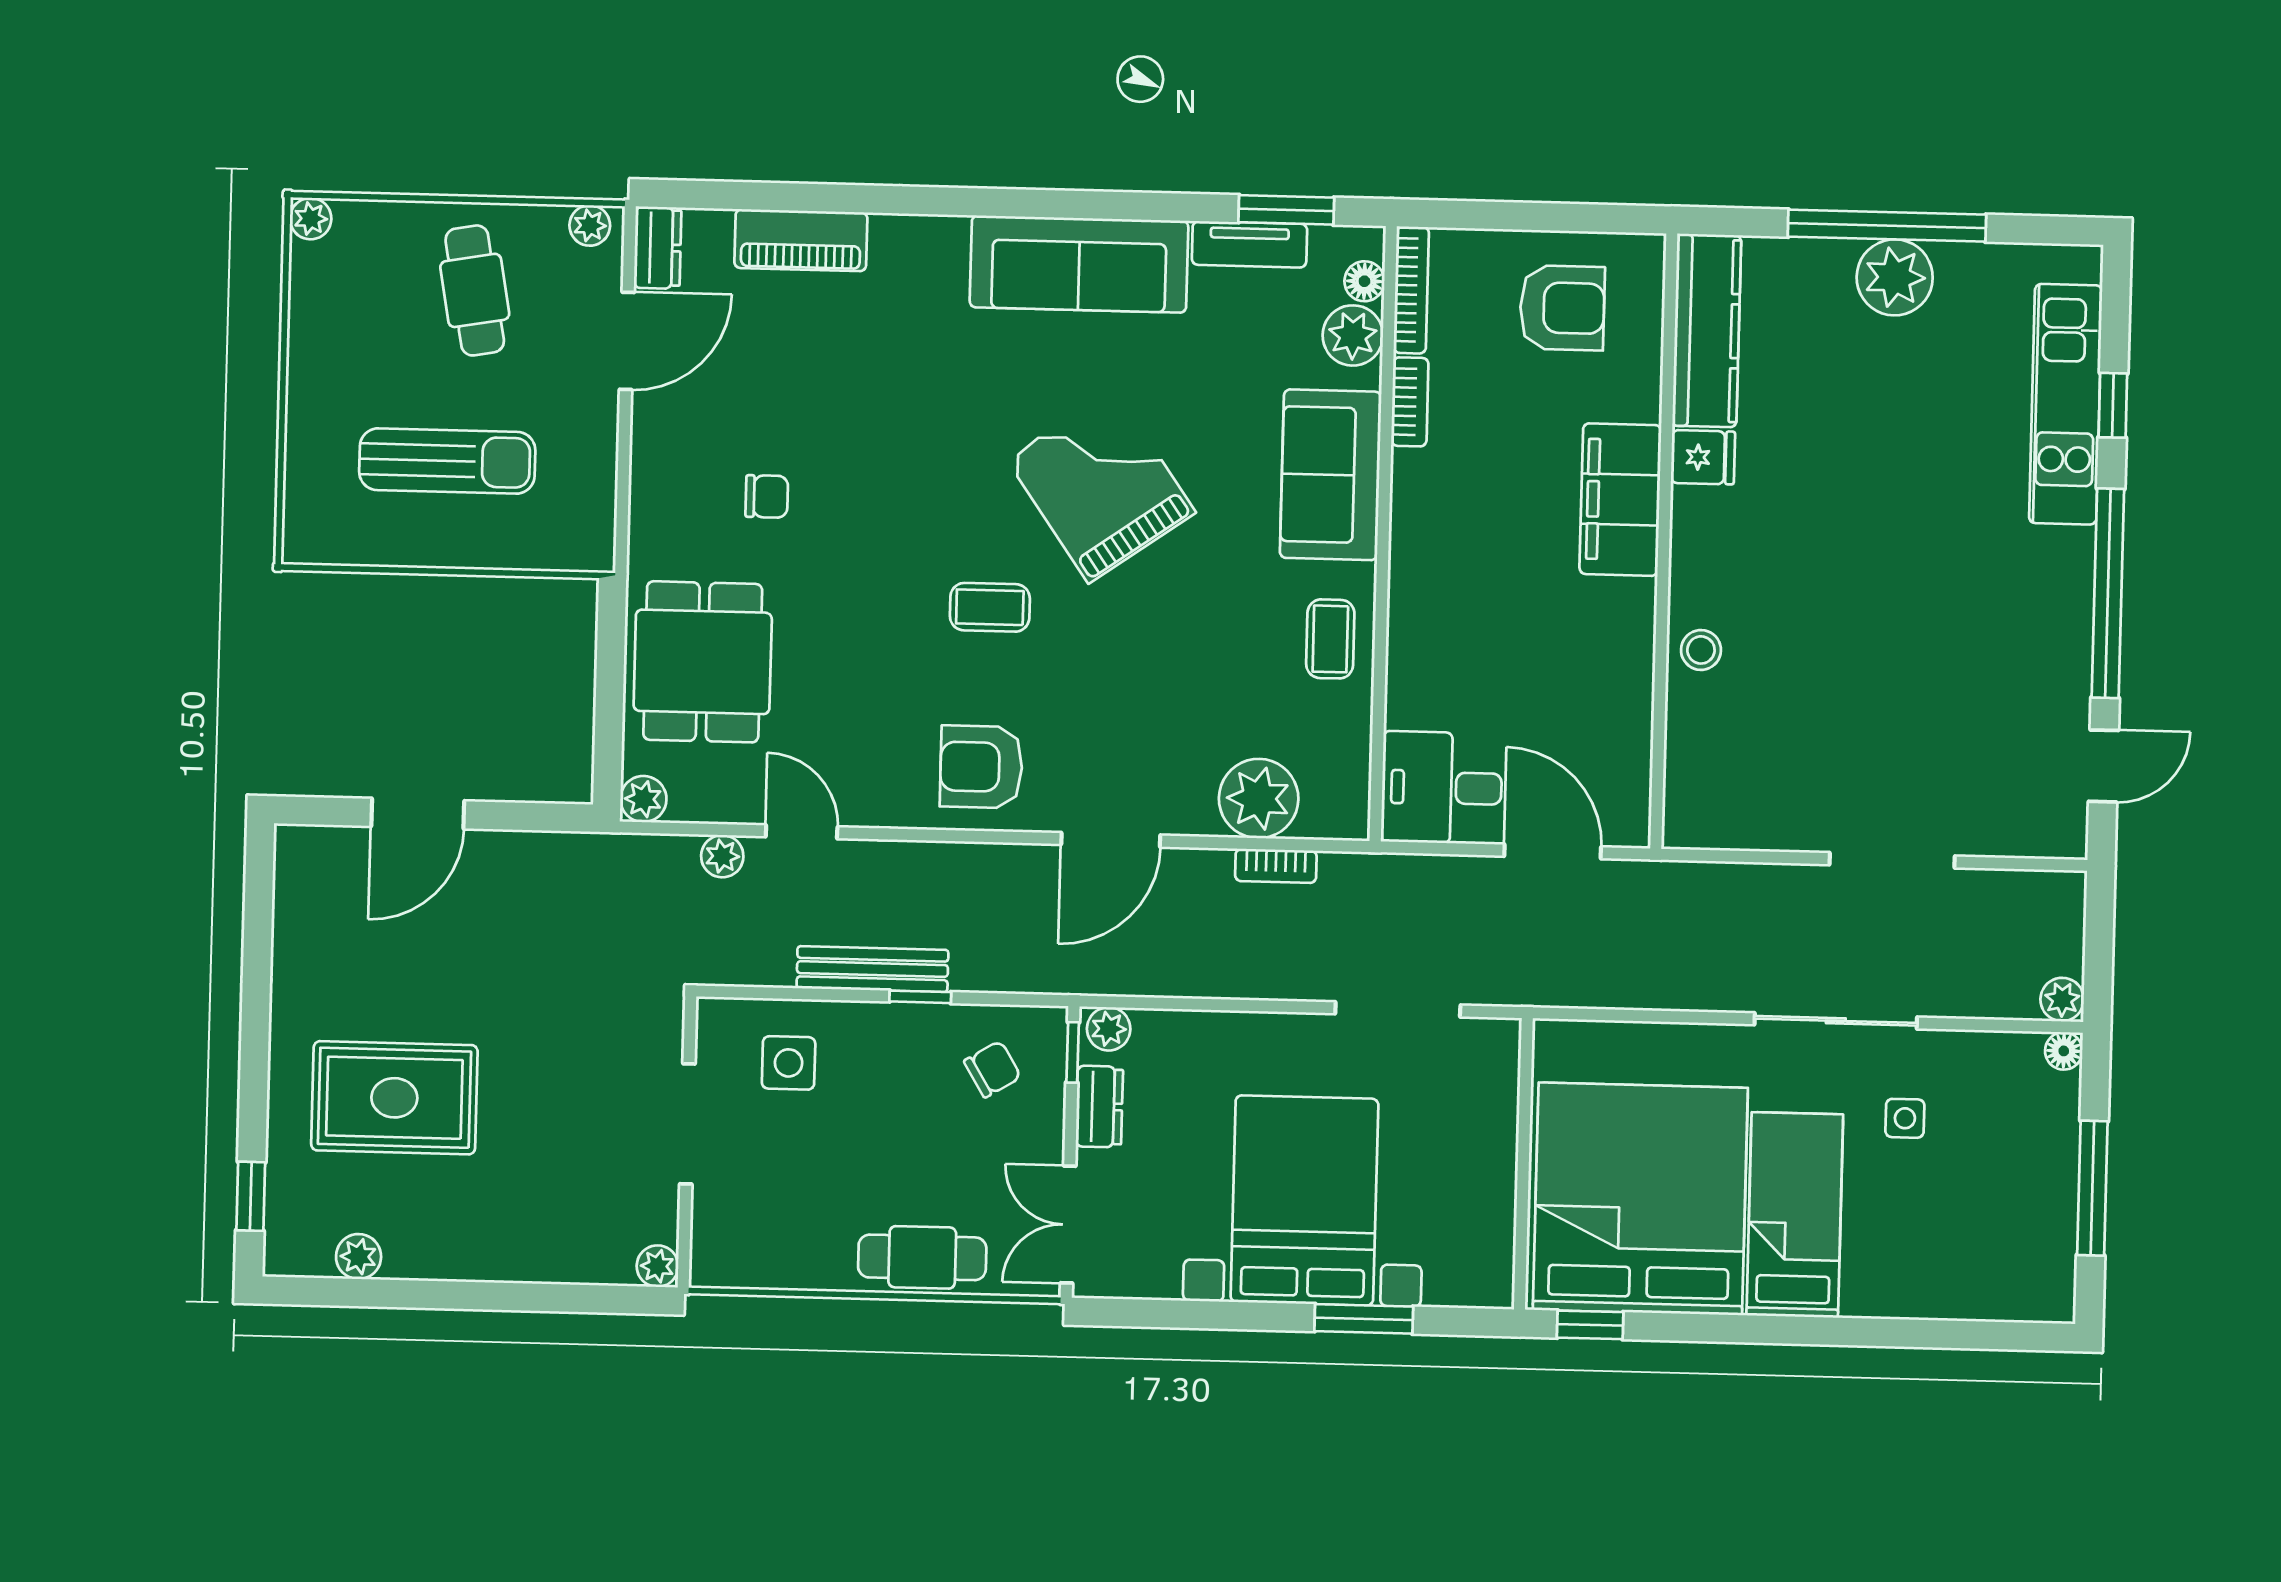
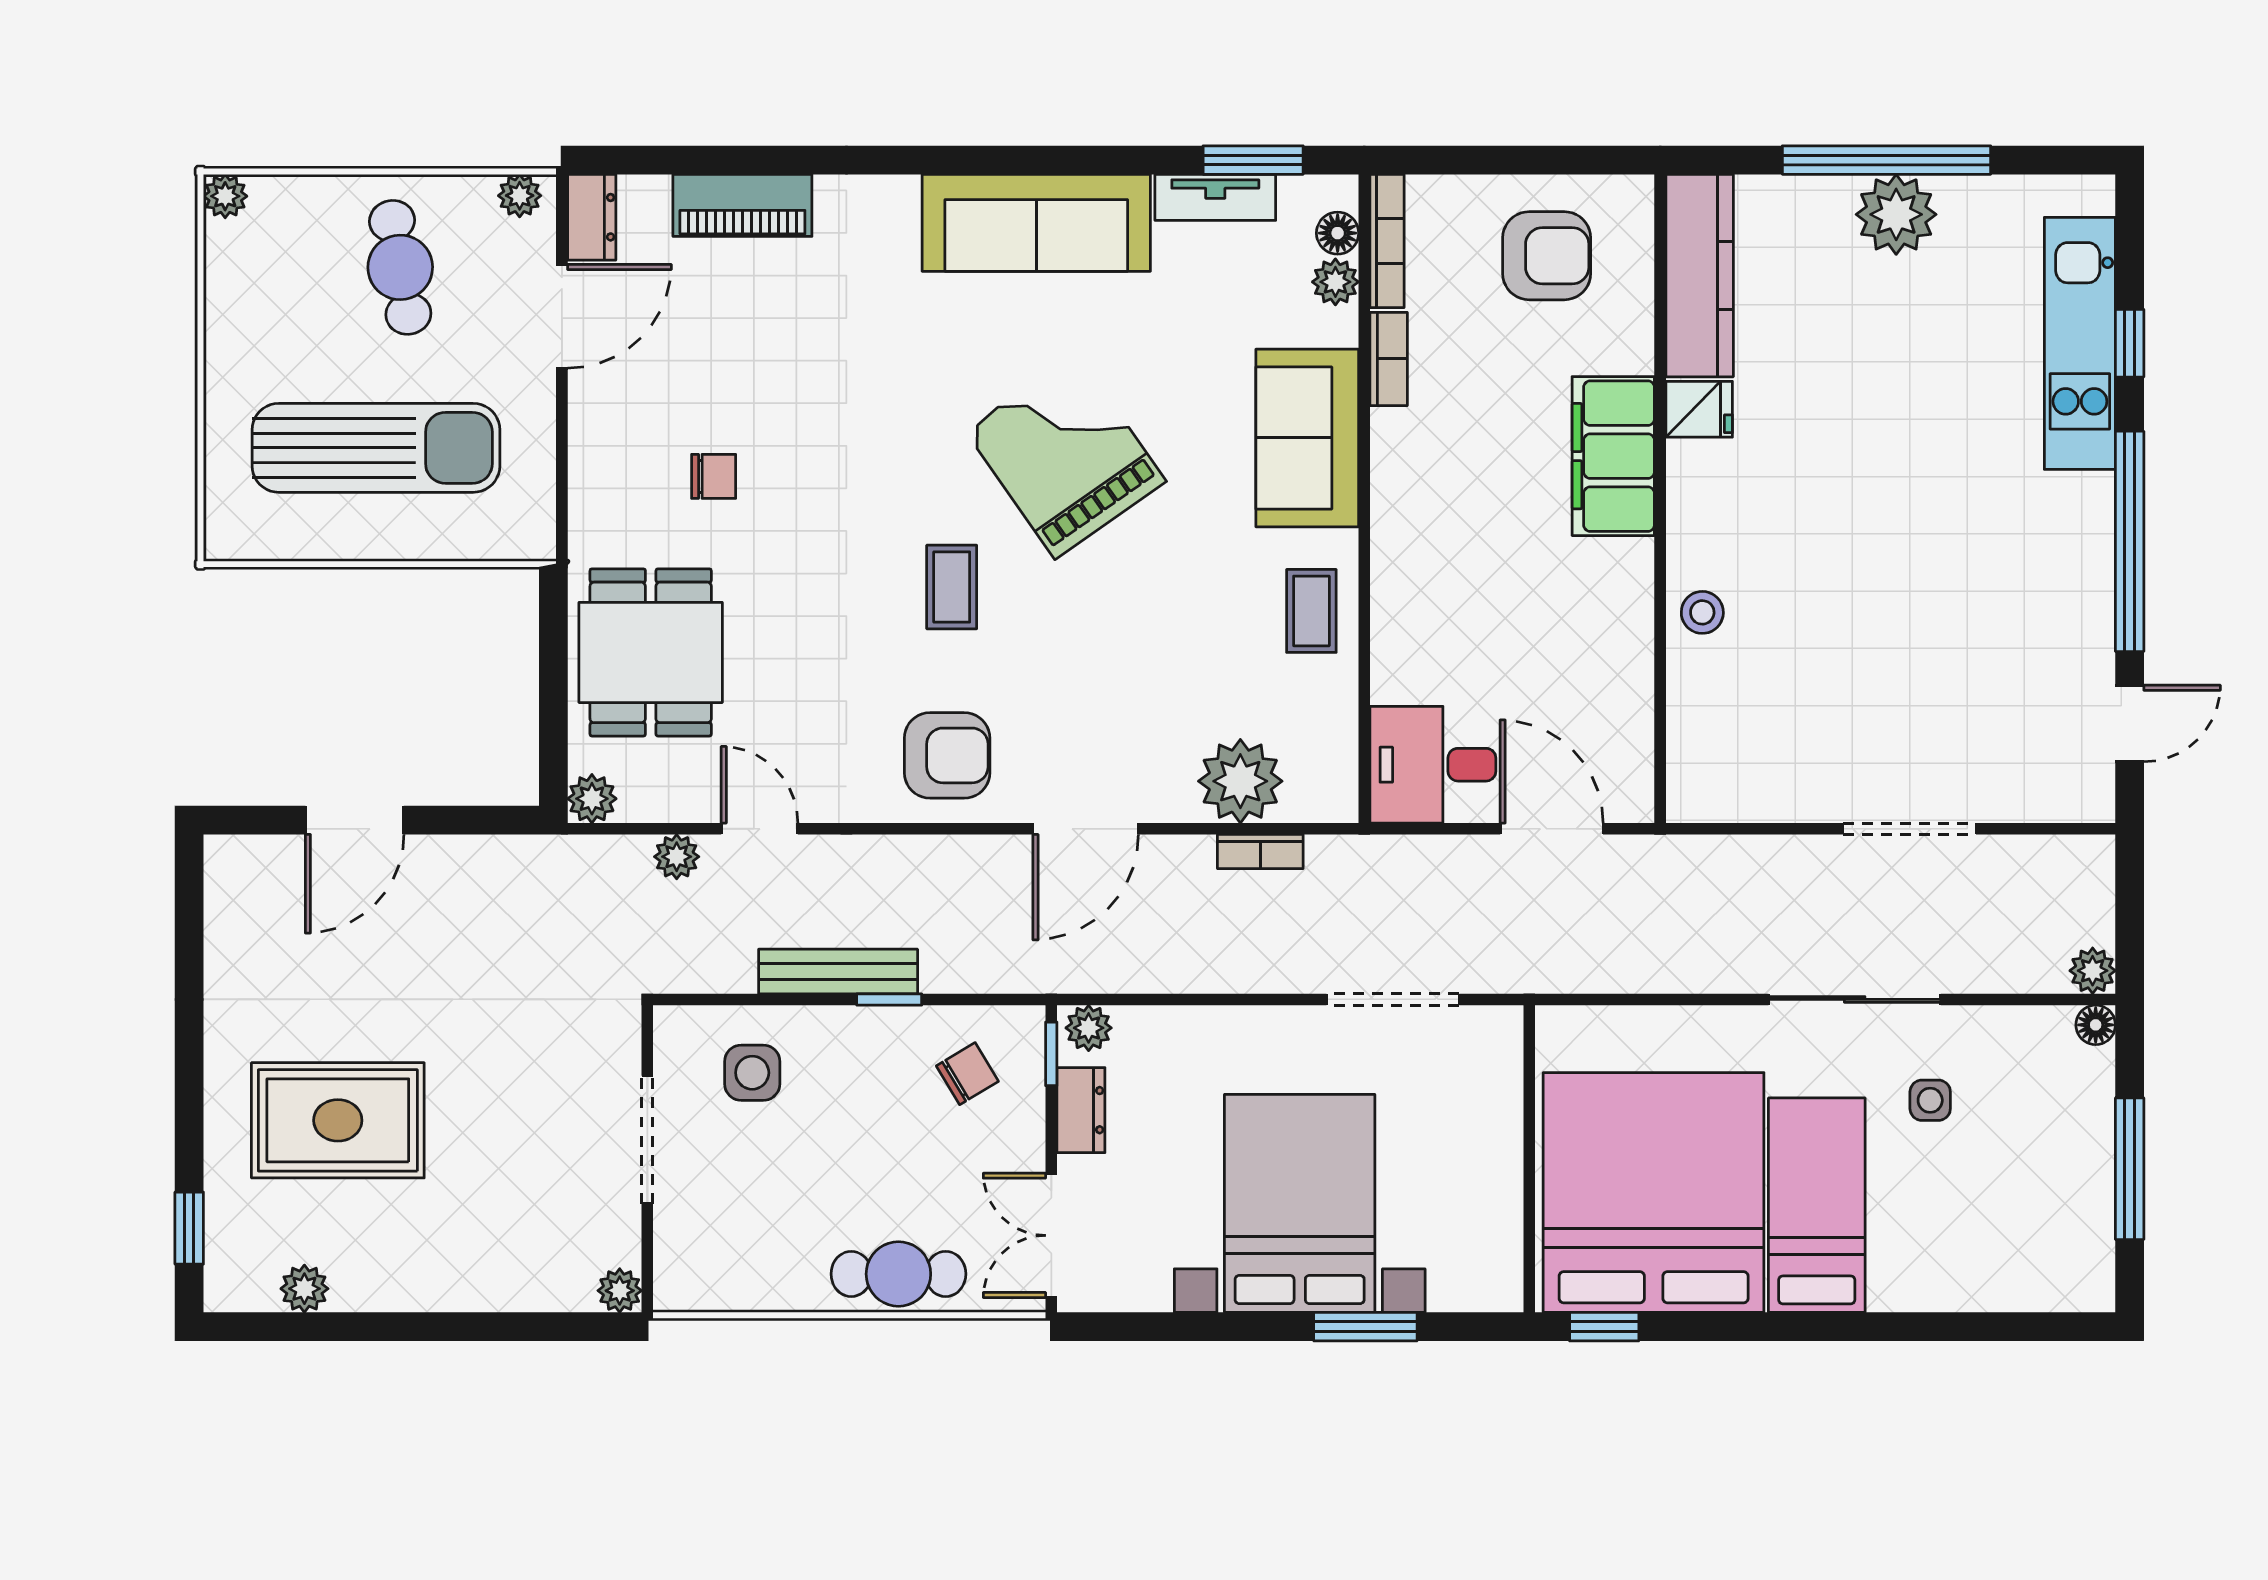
plant: (1353, 335) -> (1335, 282), width x0.73, depth x0.73
sun lounger: (447, 461) -> (376, 448), width x1.36, depth x1.34
coffee table: (990, 607) -> (952, 587), turned 90
armchair: (981, 767) -> (947, 755), turned 180

